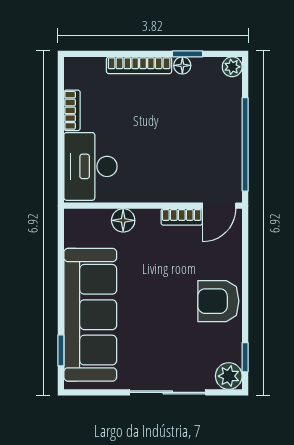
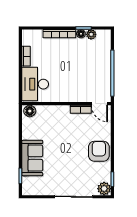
plant: (232, 67) -> (91, 34), moved
door: (219, 206) -> (99, 104), hinge flipped
floor lamp: (123, 220) -> (30, 111), moved
armchair: (218, 301) -> (99, 151), turned 90
sofa: (90, 315) -> (32, 158), width x0.54, depth x0.79

